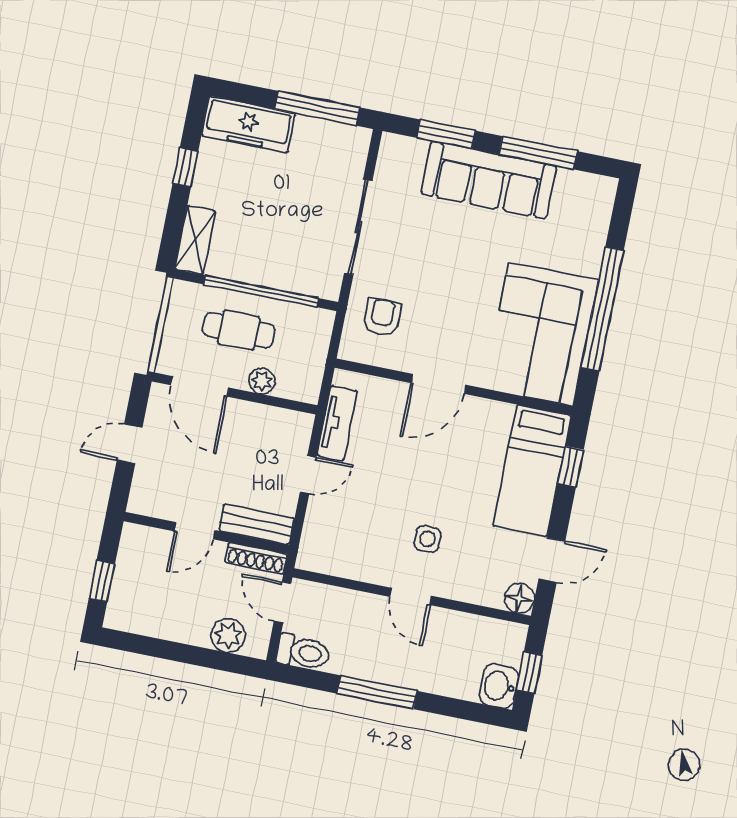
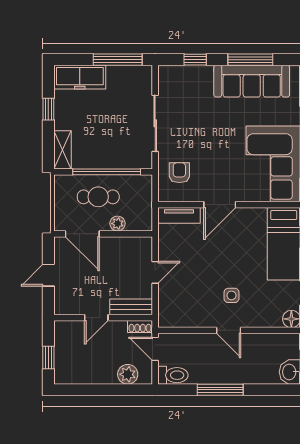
window: (446, 134) -> (195, 60), width x0.67
sofa: (489, 180) -> (252, 81), moved
tv unit: (337, 423) -> (179, 215), moved, turned 90
shoe rack: (256, 558) -> (140, 326), width x0.70

